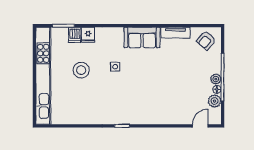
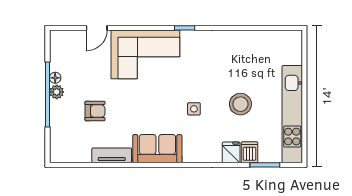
armchair: (206, 40) -> (95, 111), moved, turned 50
kitchen unit: (43, 76) -> (292, 114), width x0.73
plant: (215, 101) -> (58, 62), removed
corner sofa: (151, 107) -> (145, 54), added
door: (200, 126) -> (97, 28), moved

